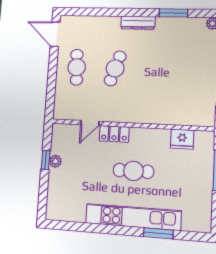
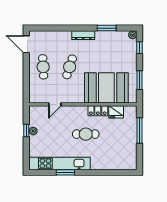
booth: (169, 102) -> (106, 88), added
locker: (114, 134) -> (98, 111), moved
kitchen unit: (133, 217) -> (60, 163), moved
window: (158, 233) -> (65, 172), moved

